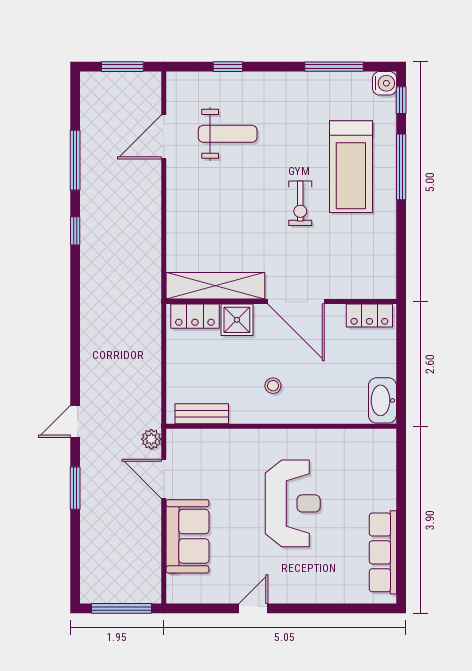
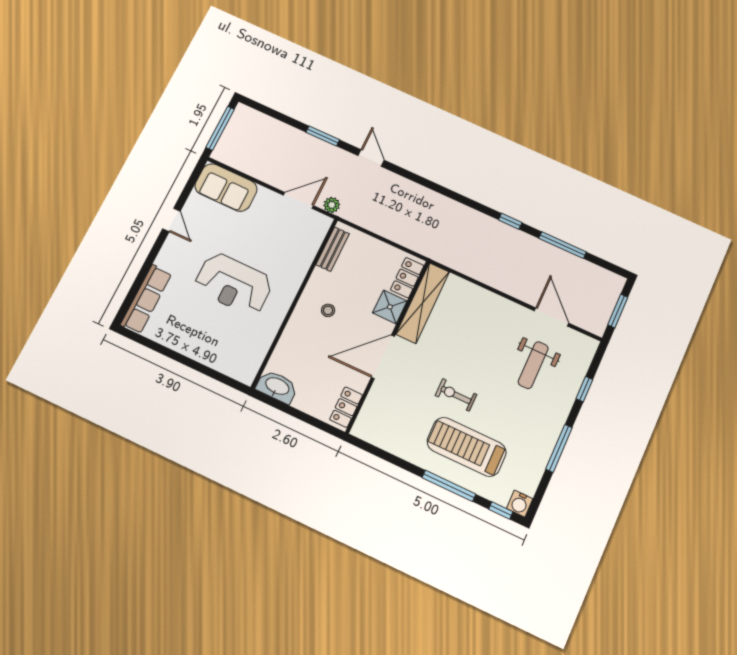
window: (334, 67) -> (559, 448), moved
sofa: (187, 536) -> (226, 187), moved
row of seats: (383, 552) -> (146, 299), moved, turned 90

